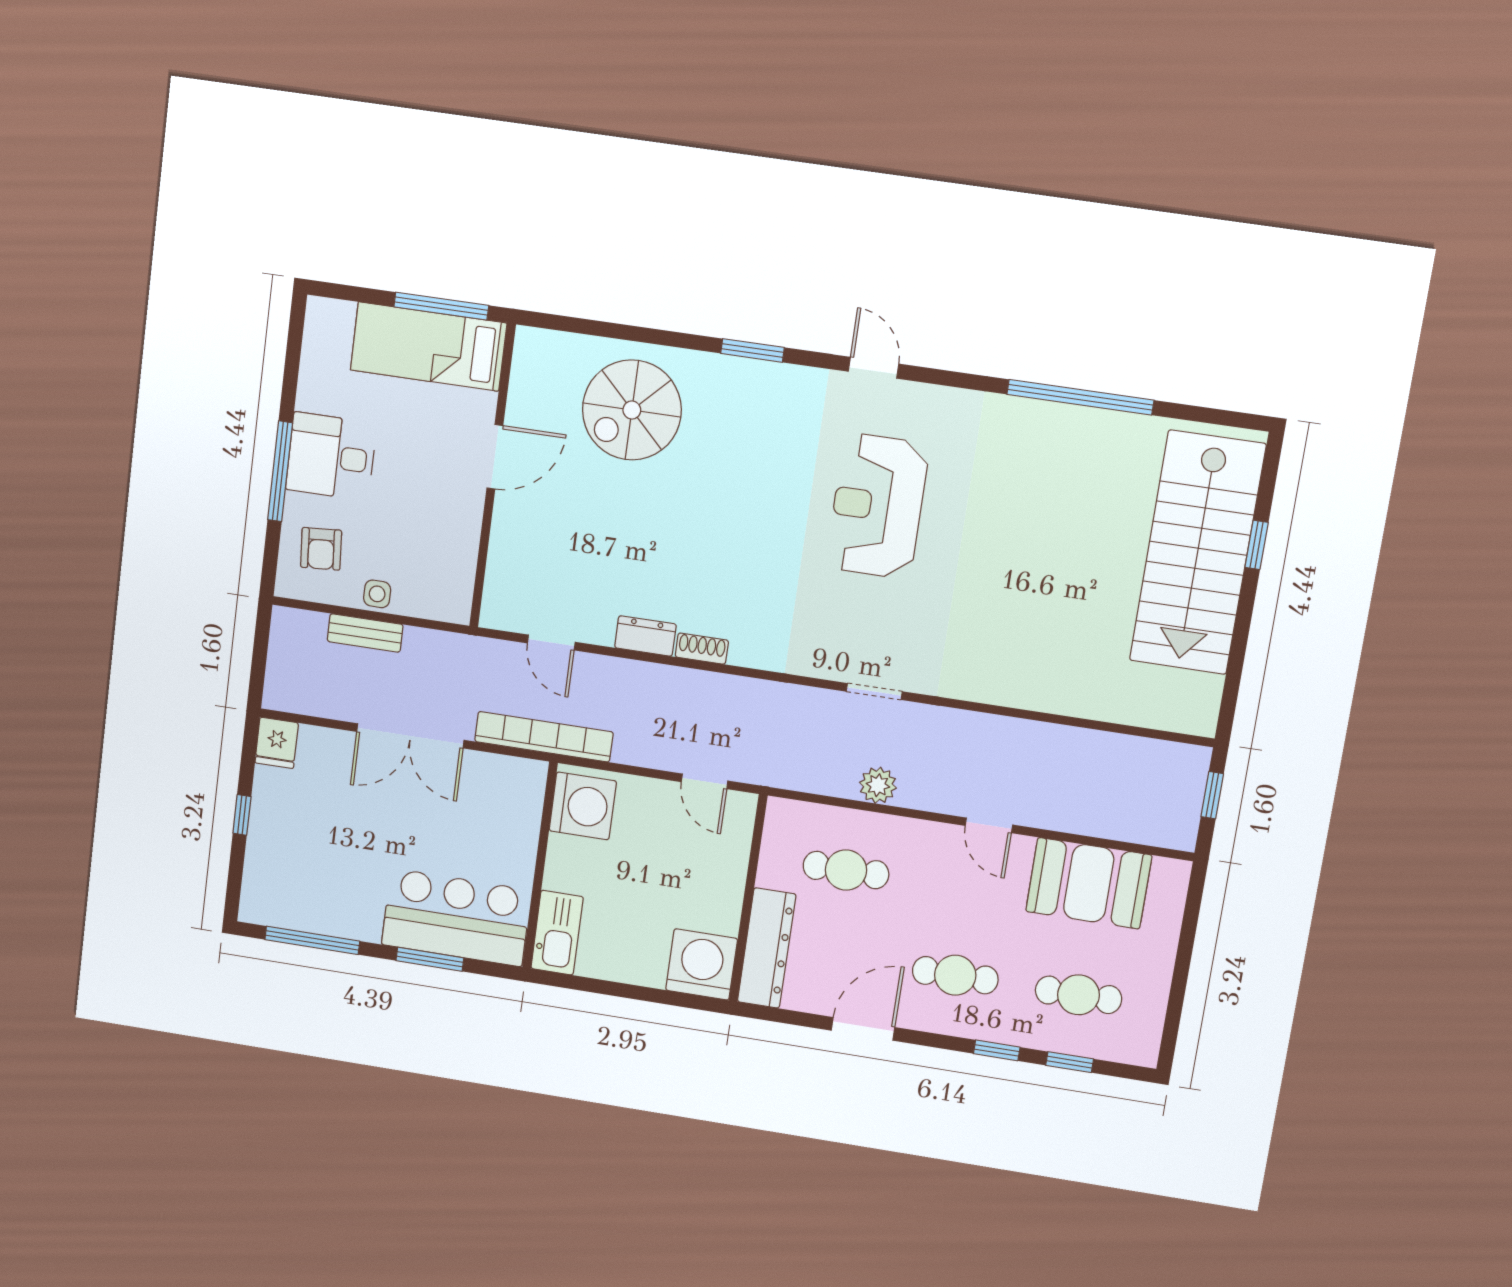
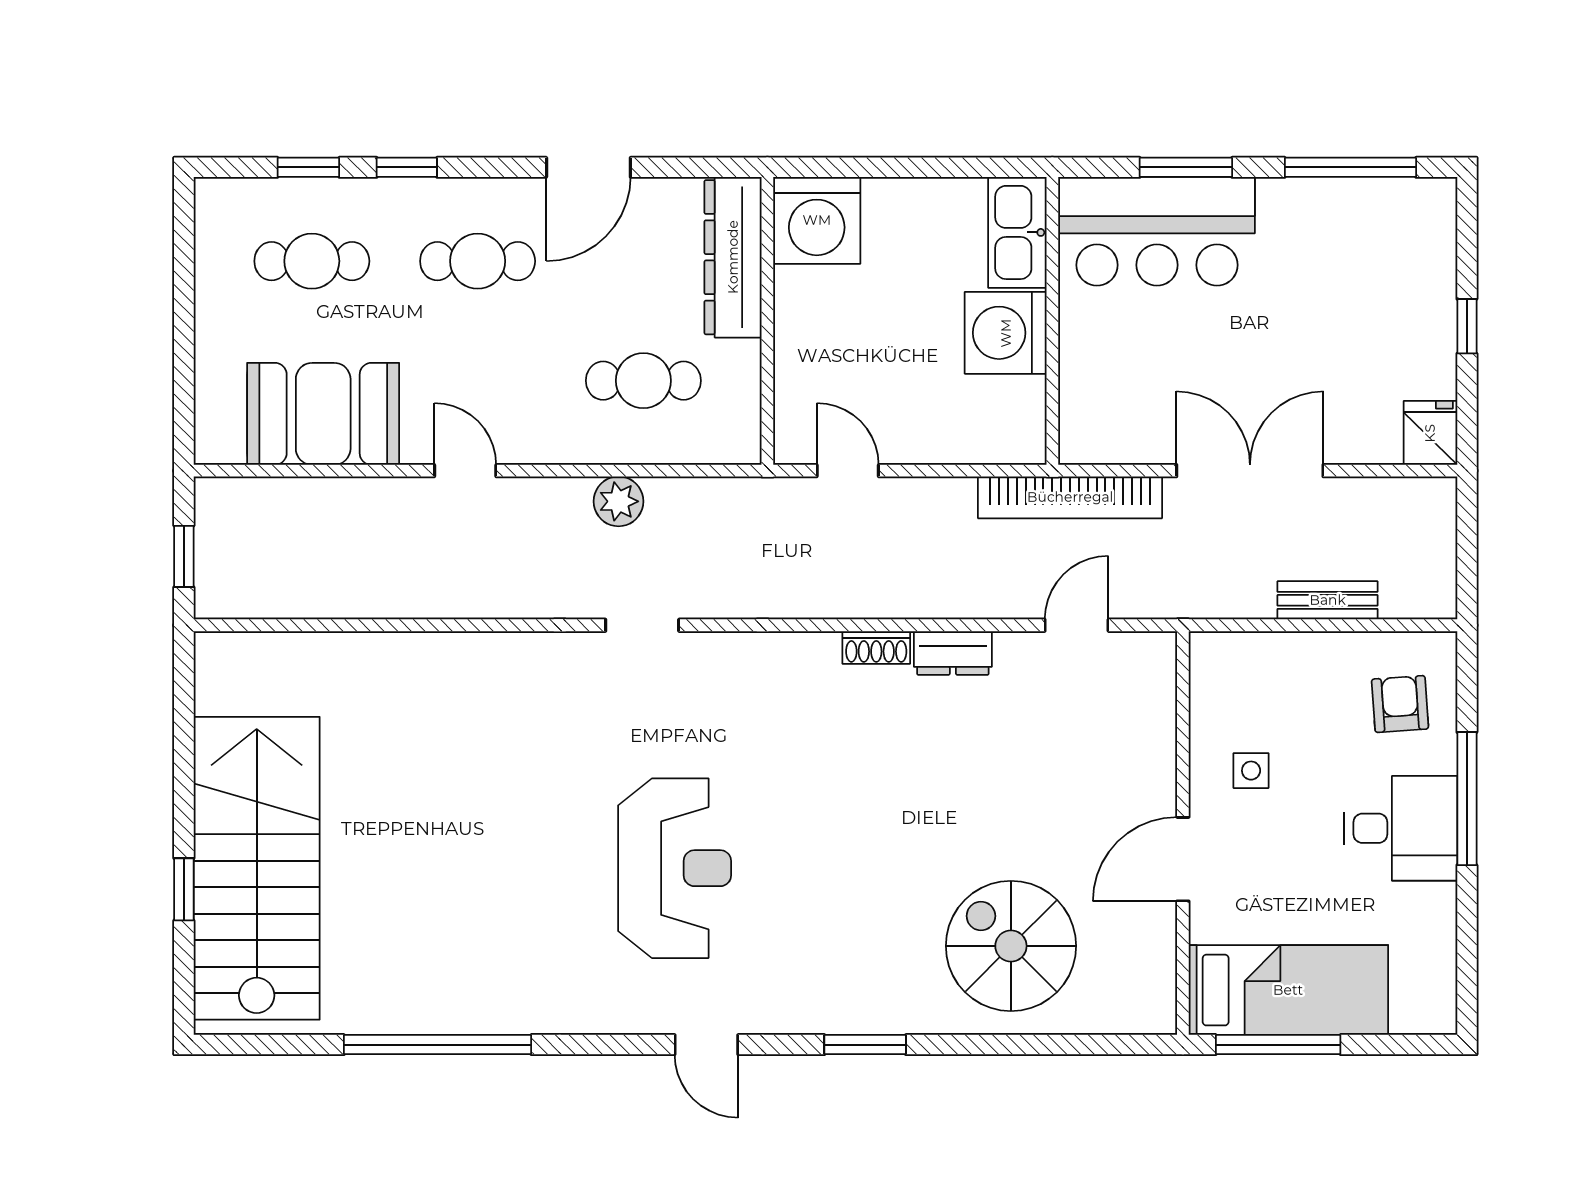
spiral stairs: (632, 410) -> (1011, 946), turned -90
side table: (377, 594) -> (1251, 771), moved
door: (551, 643) -> (1077, 625), hinge flipped
washing machine: (583, 806) -> (1006, 333), moved

